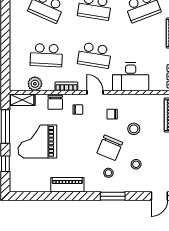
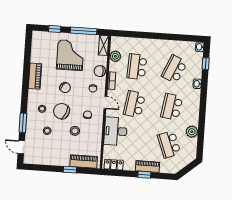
door: (95, 92) -> (105, 103), hinge flipped
chair: (79, 145) -> (65, 88), added
window: (113, 196) -> (23, 123), moved

